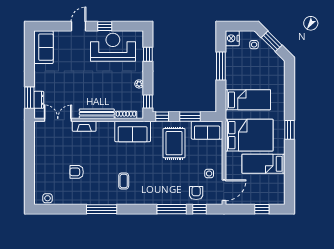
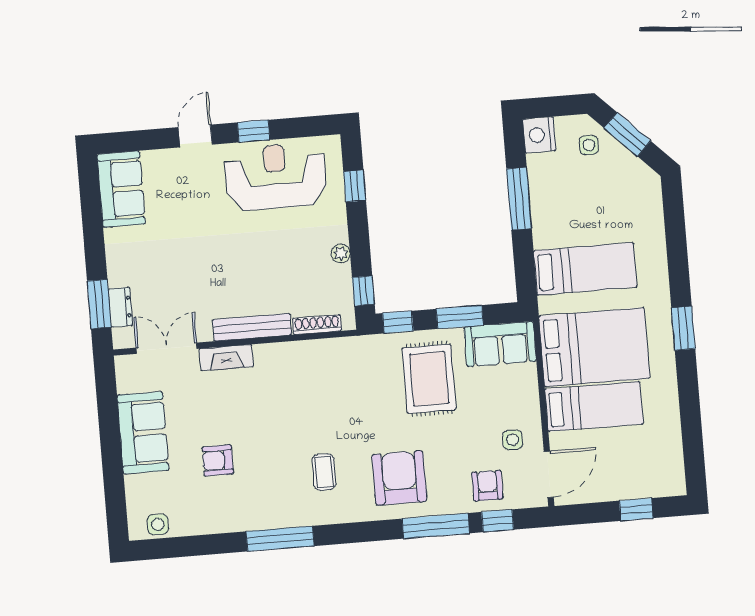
sofa: (133, 132) -> (143, 433), moved, turned -90
bed: (264, 164) -> (594, 407), moved, turned 180
armchair: (157, 186) -> (399, 478), added

